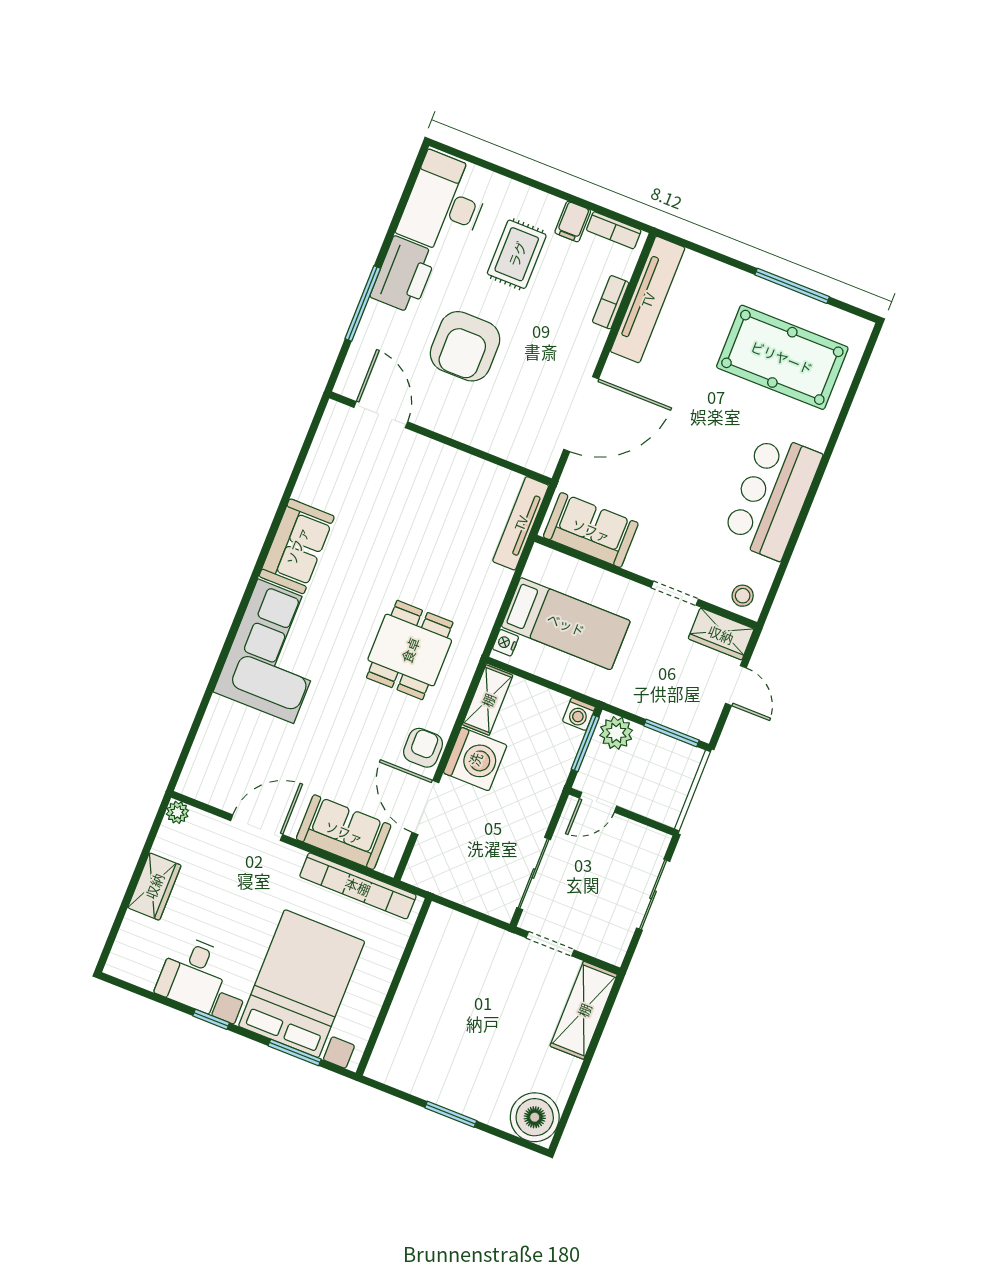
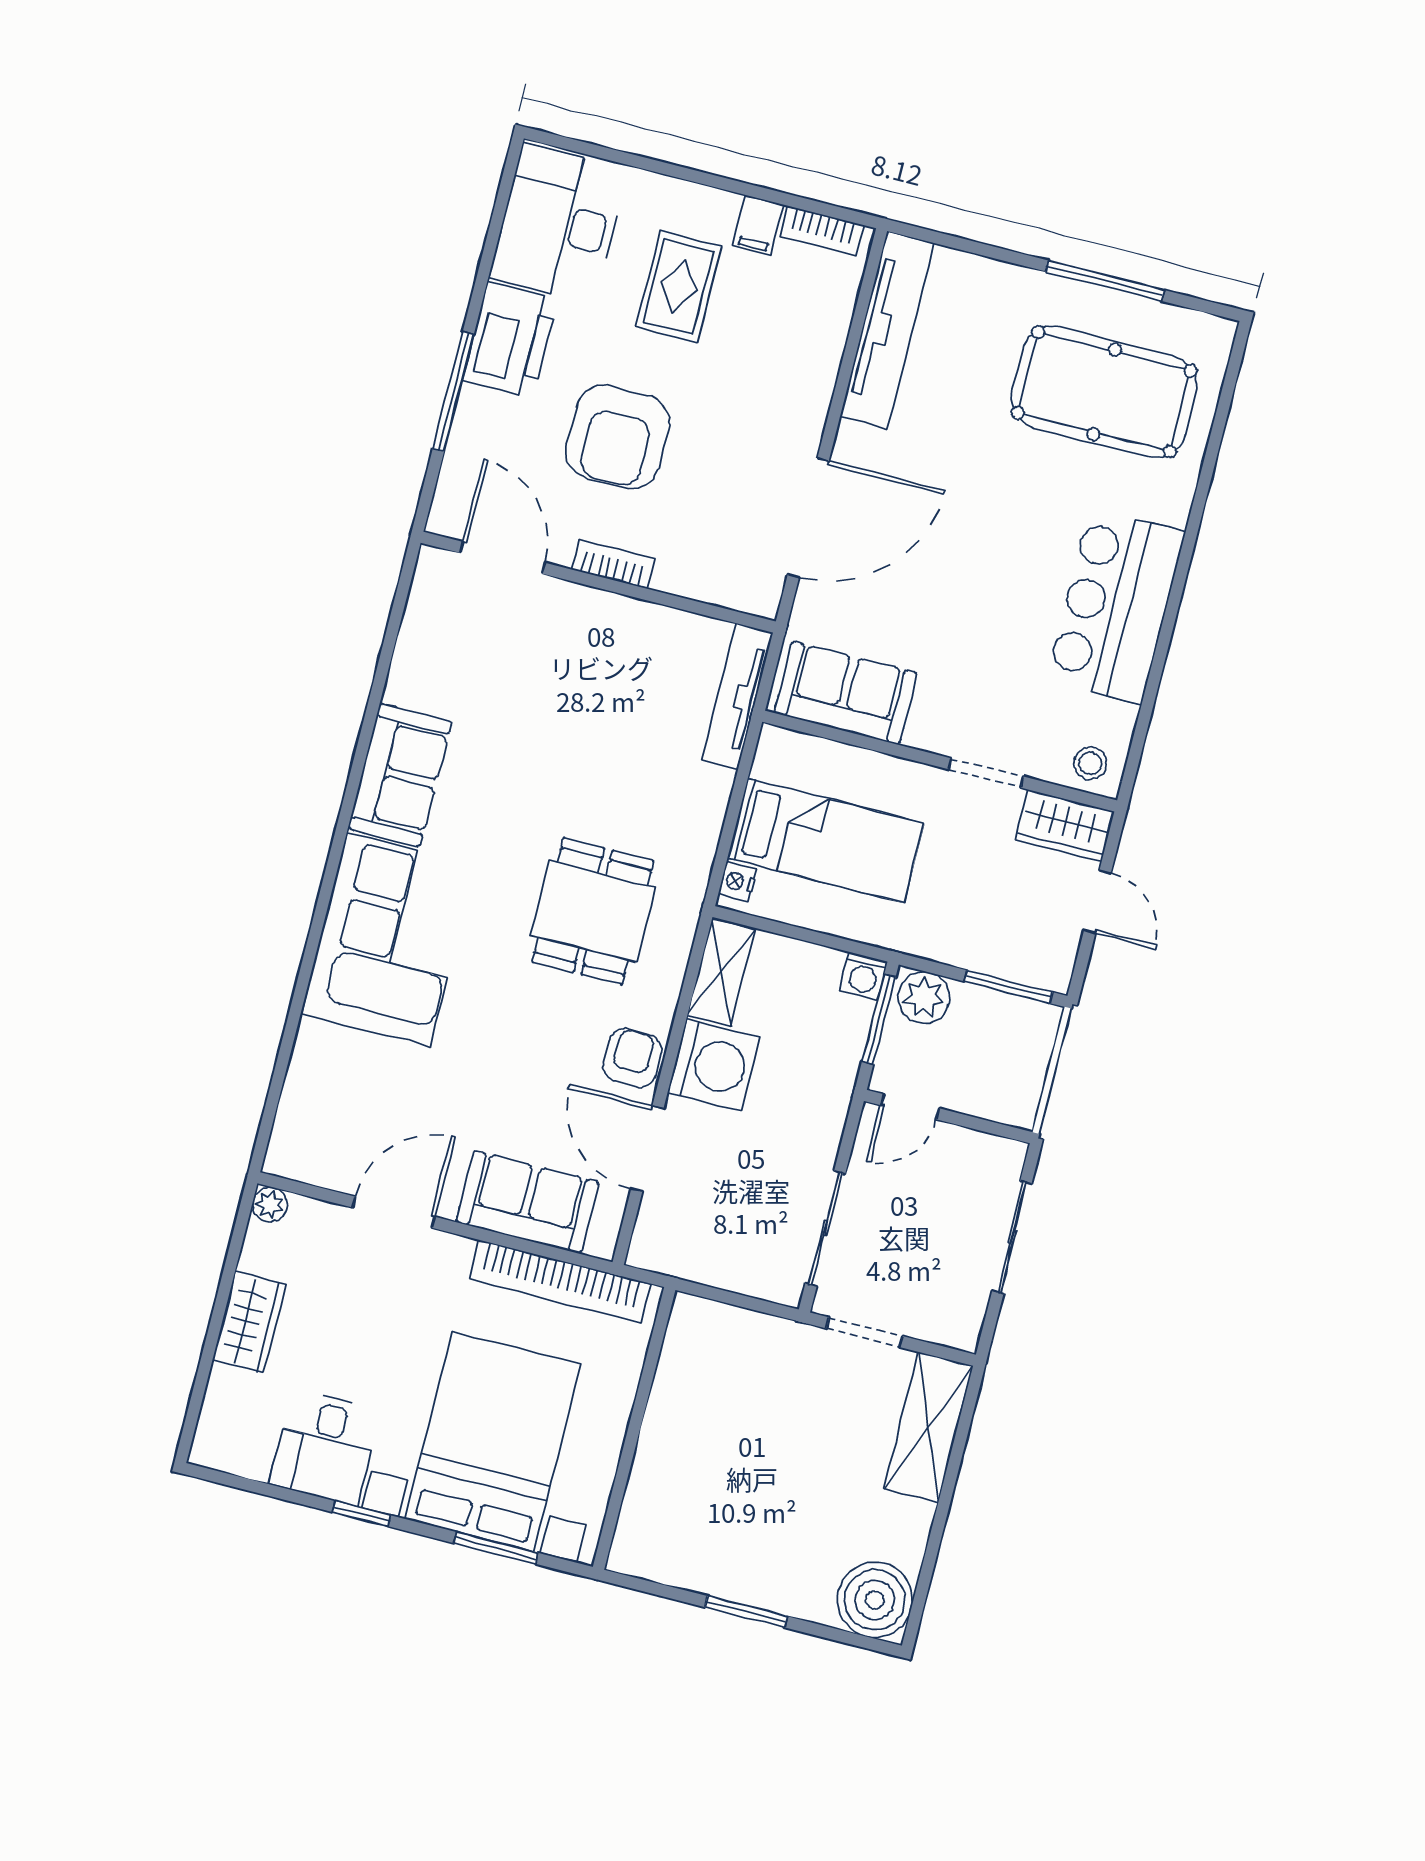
bookcase: (611, 302) -> (613, 564), moved, turned 90

